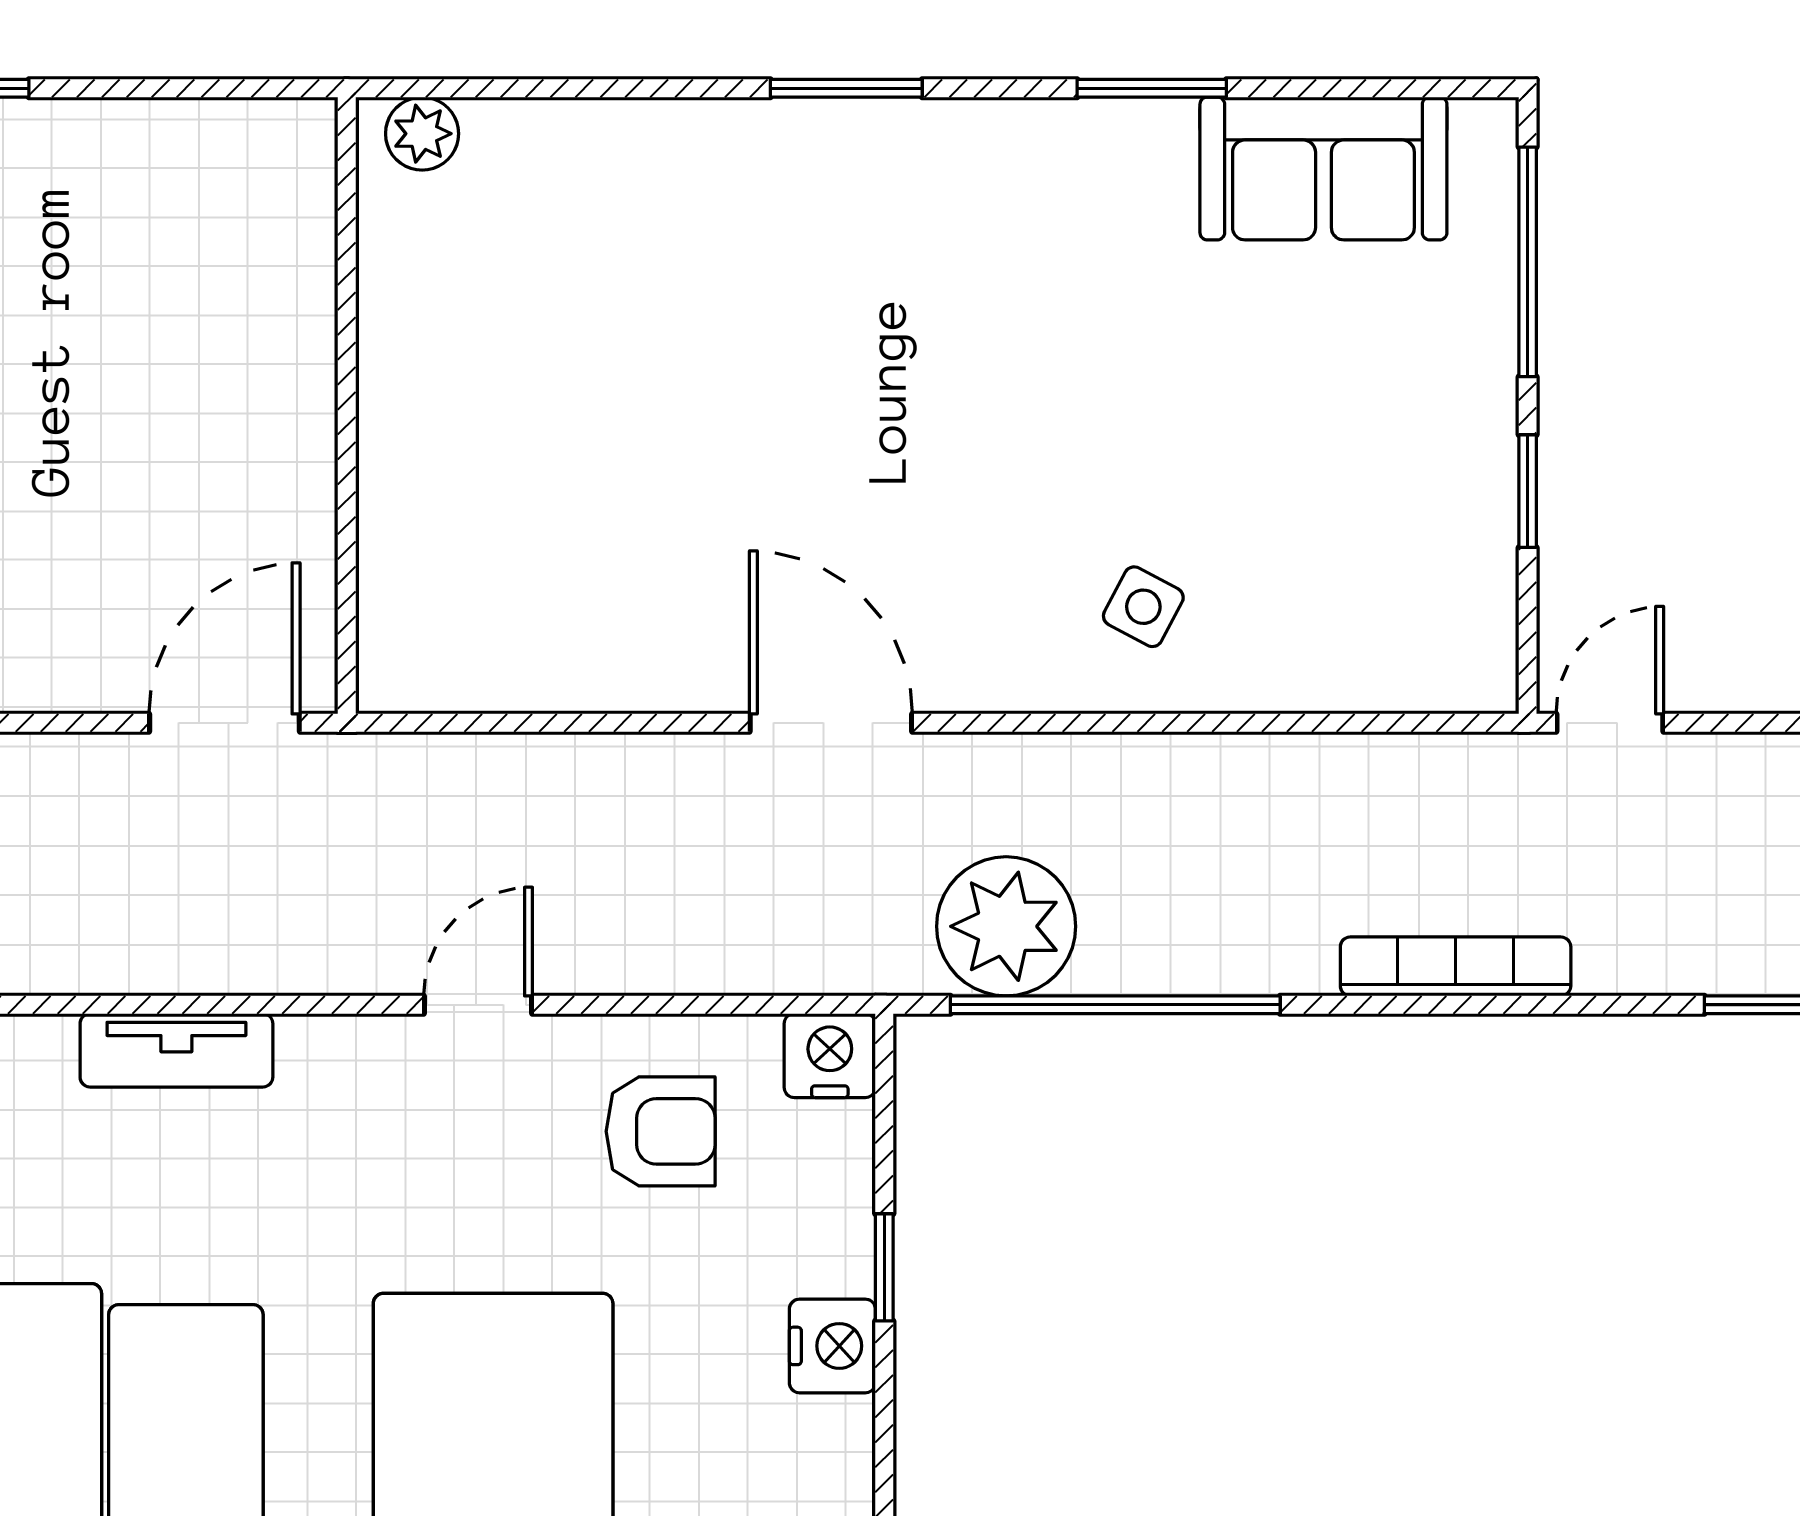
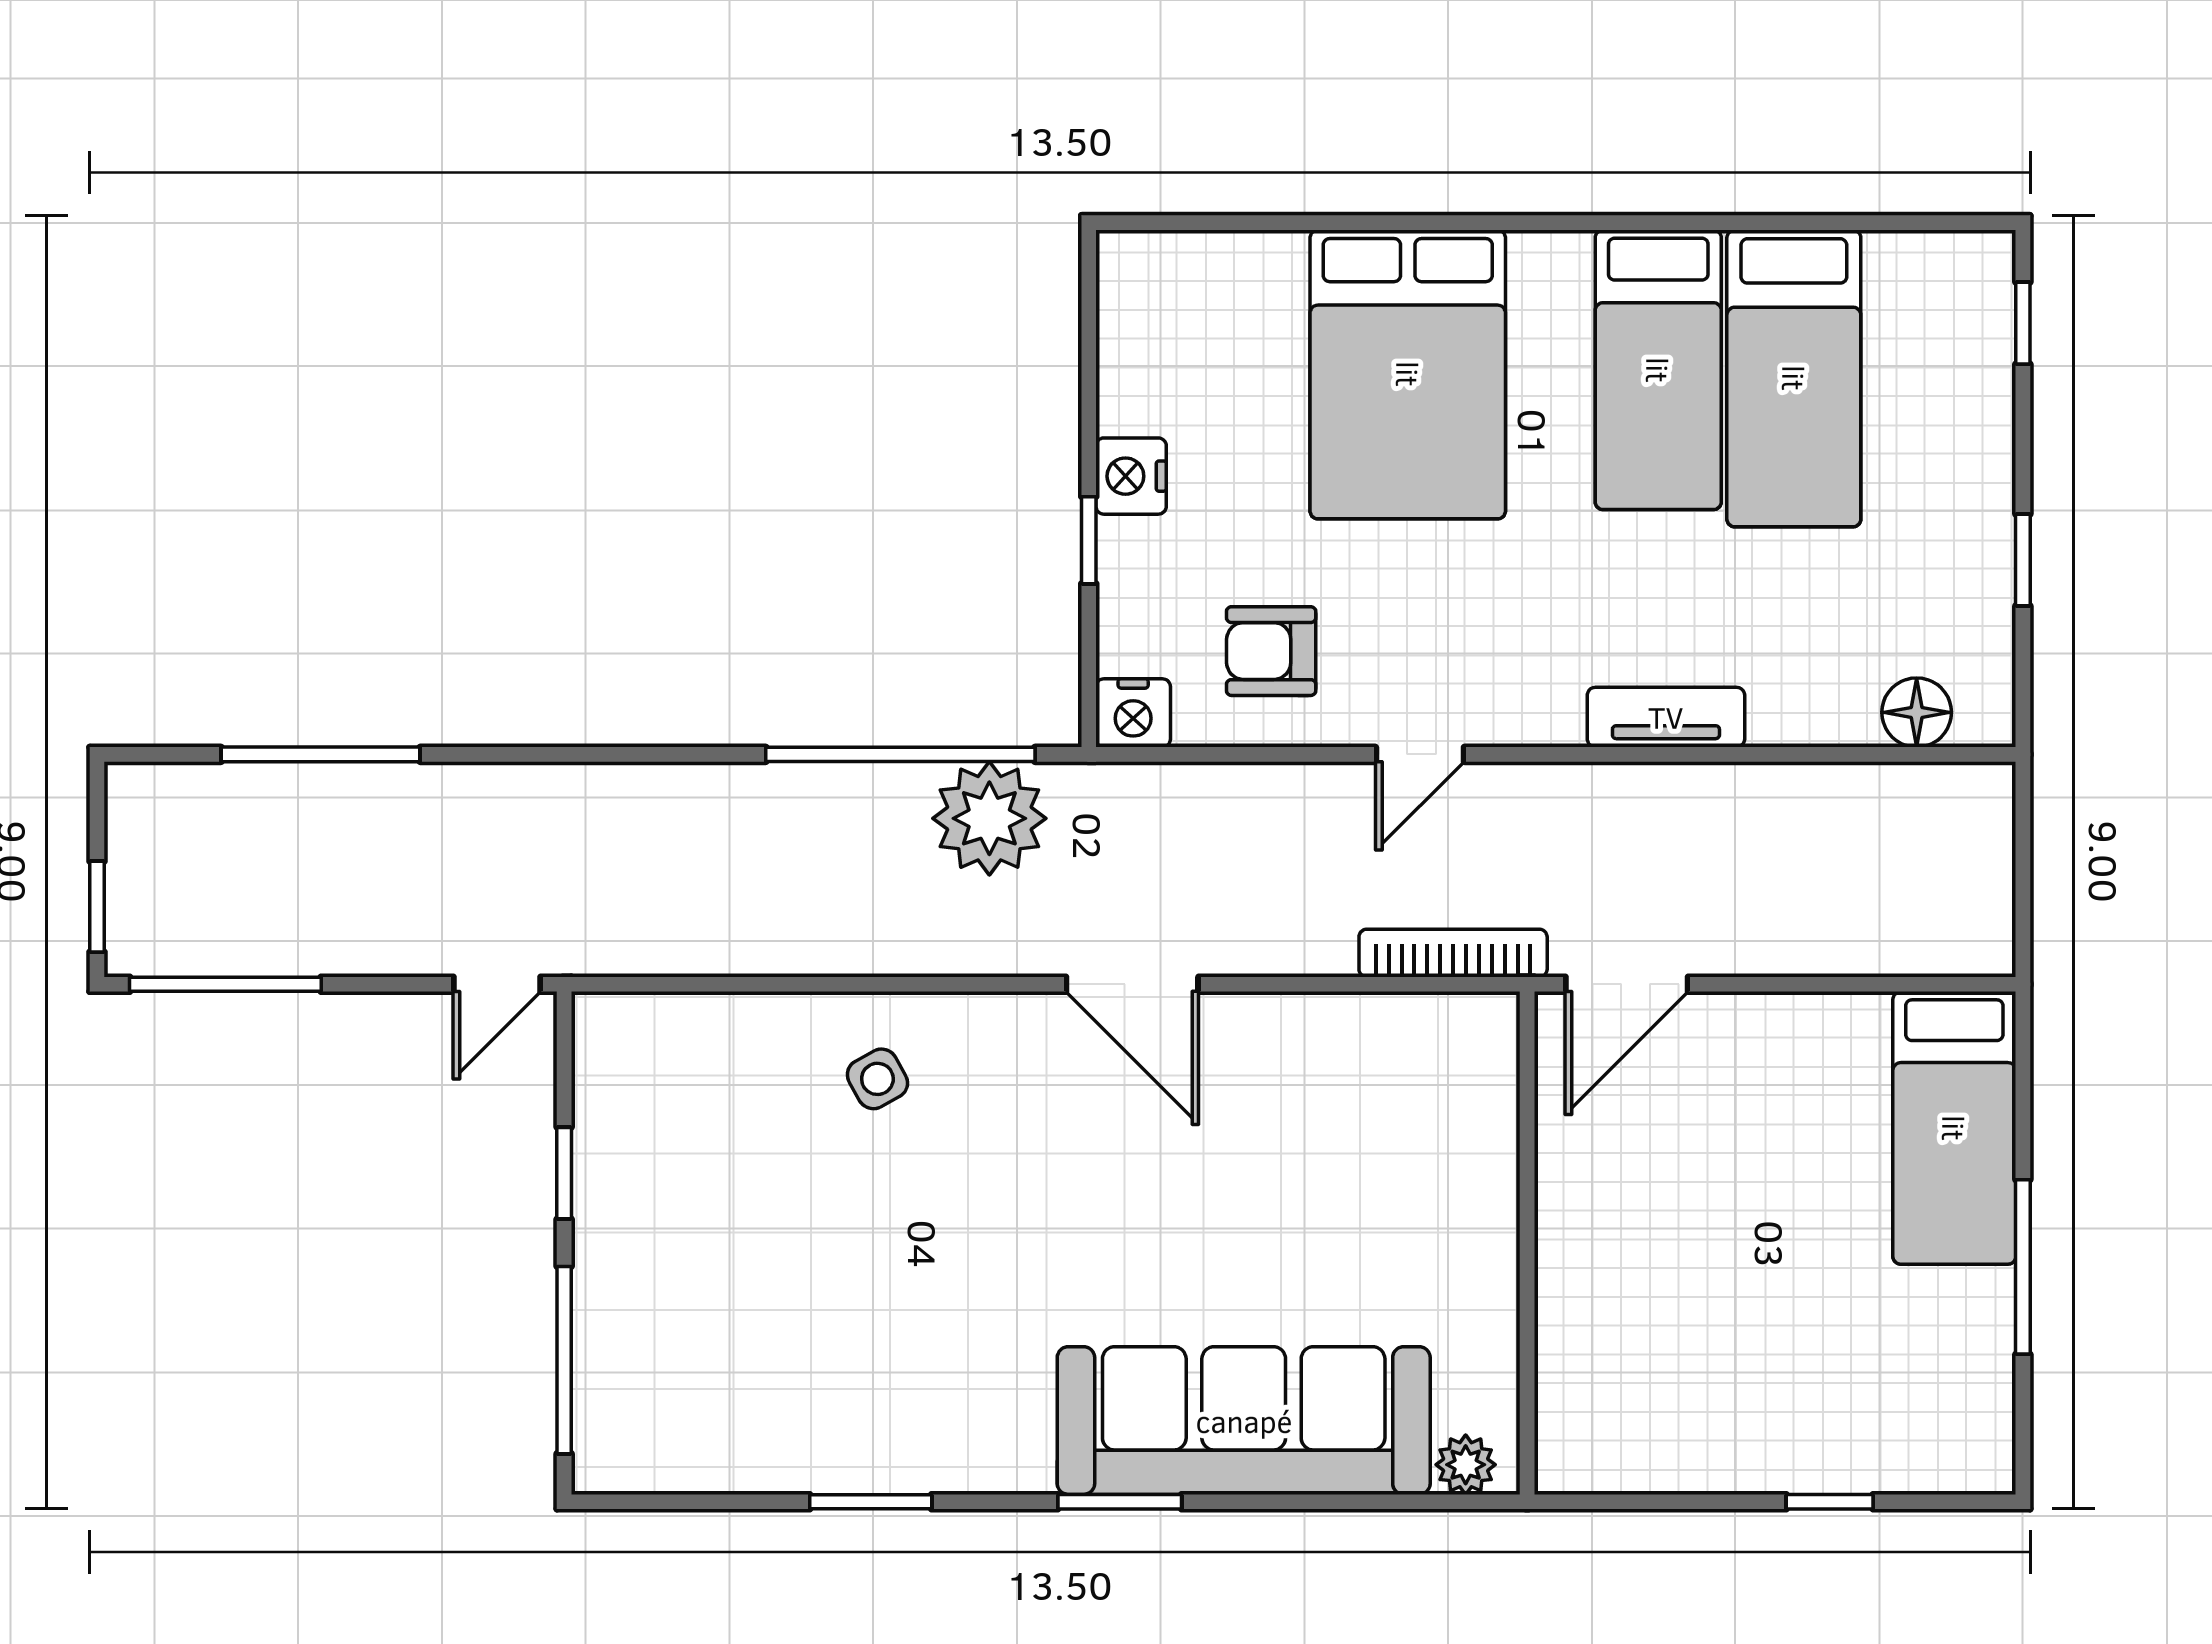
sofa: (1323, 168) -> (1244, 1421), moved, width x1.85, depth x1.27
side table: (1143, 607) -> (877, 1079), turned 33
bookcase: (1456, 966) -> (1453, 953), moved, turned 180

